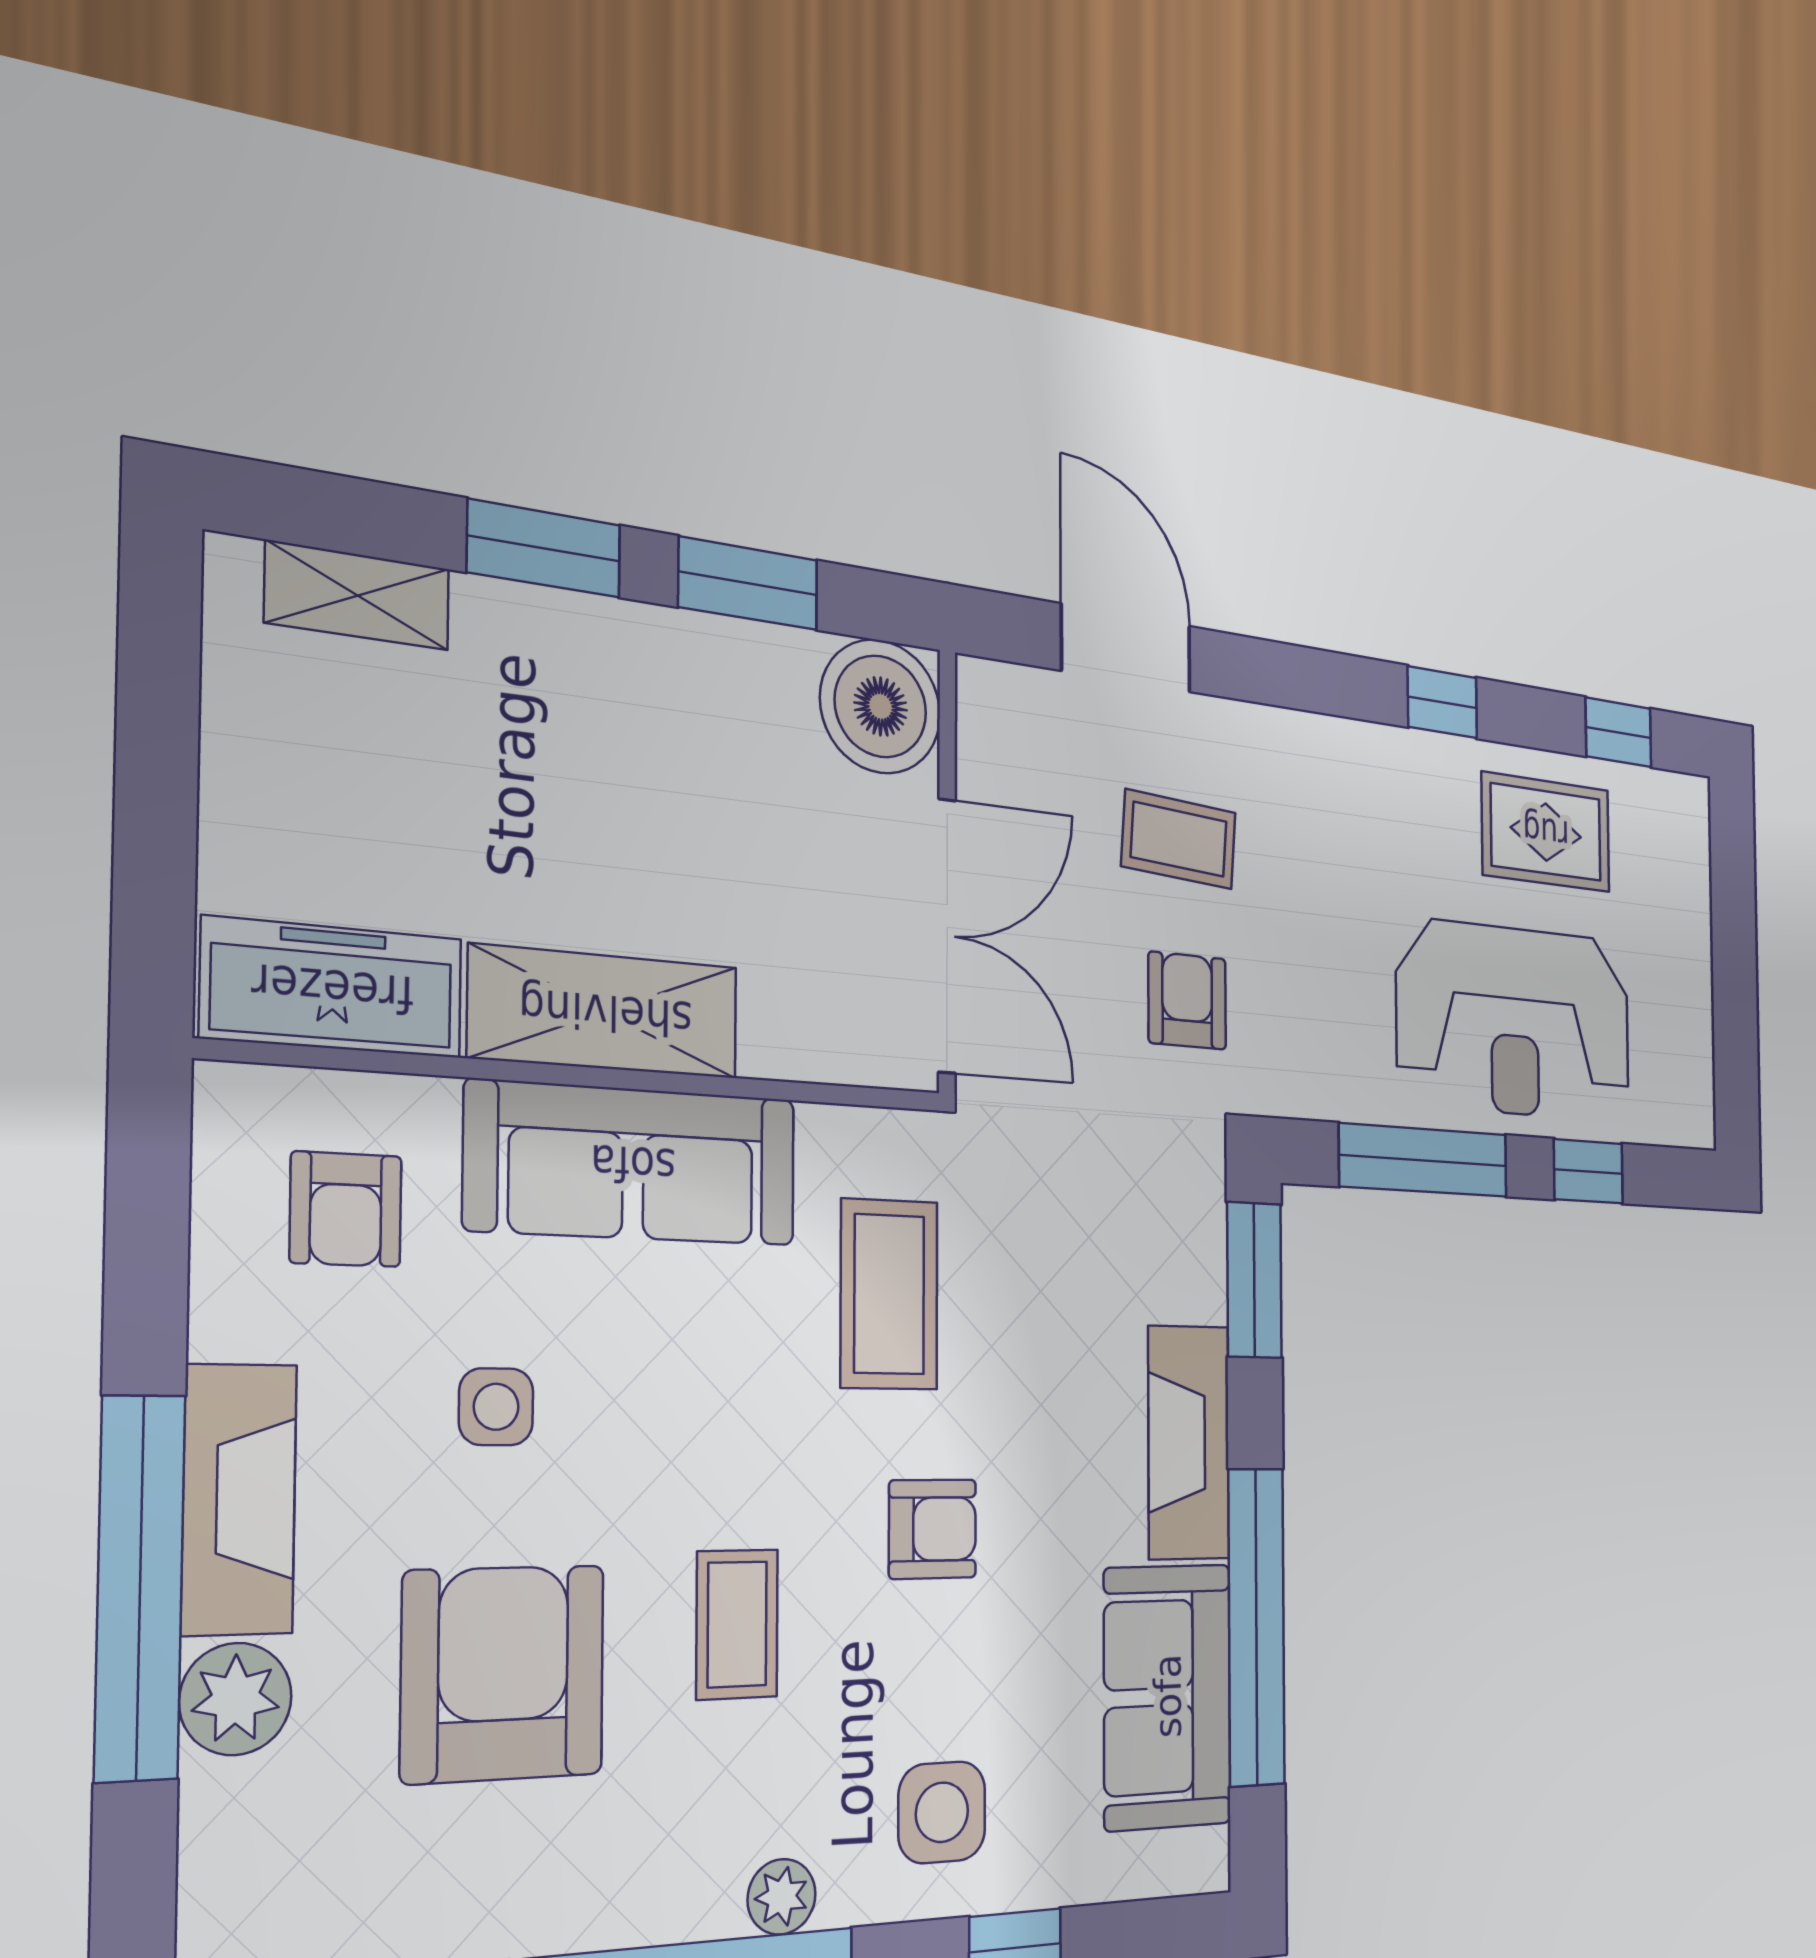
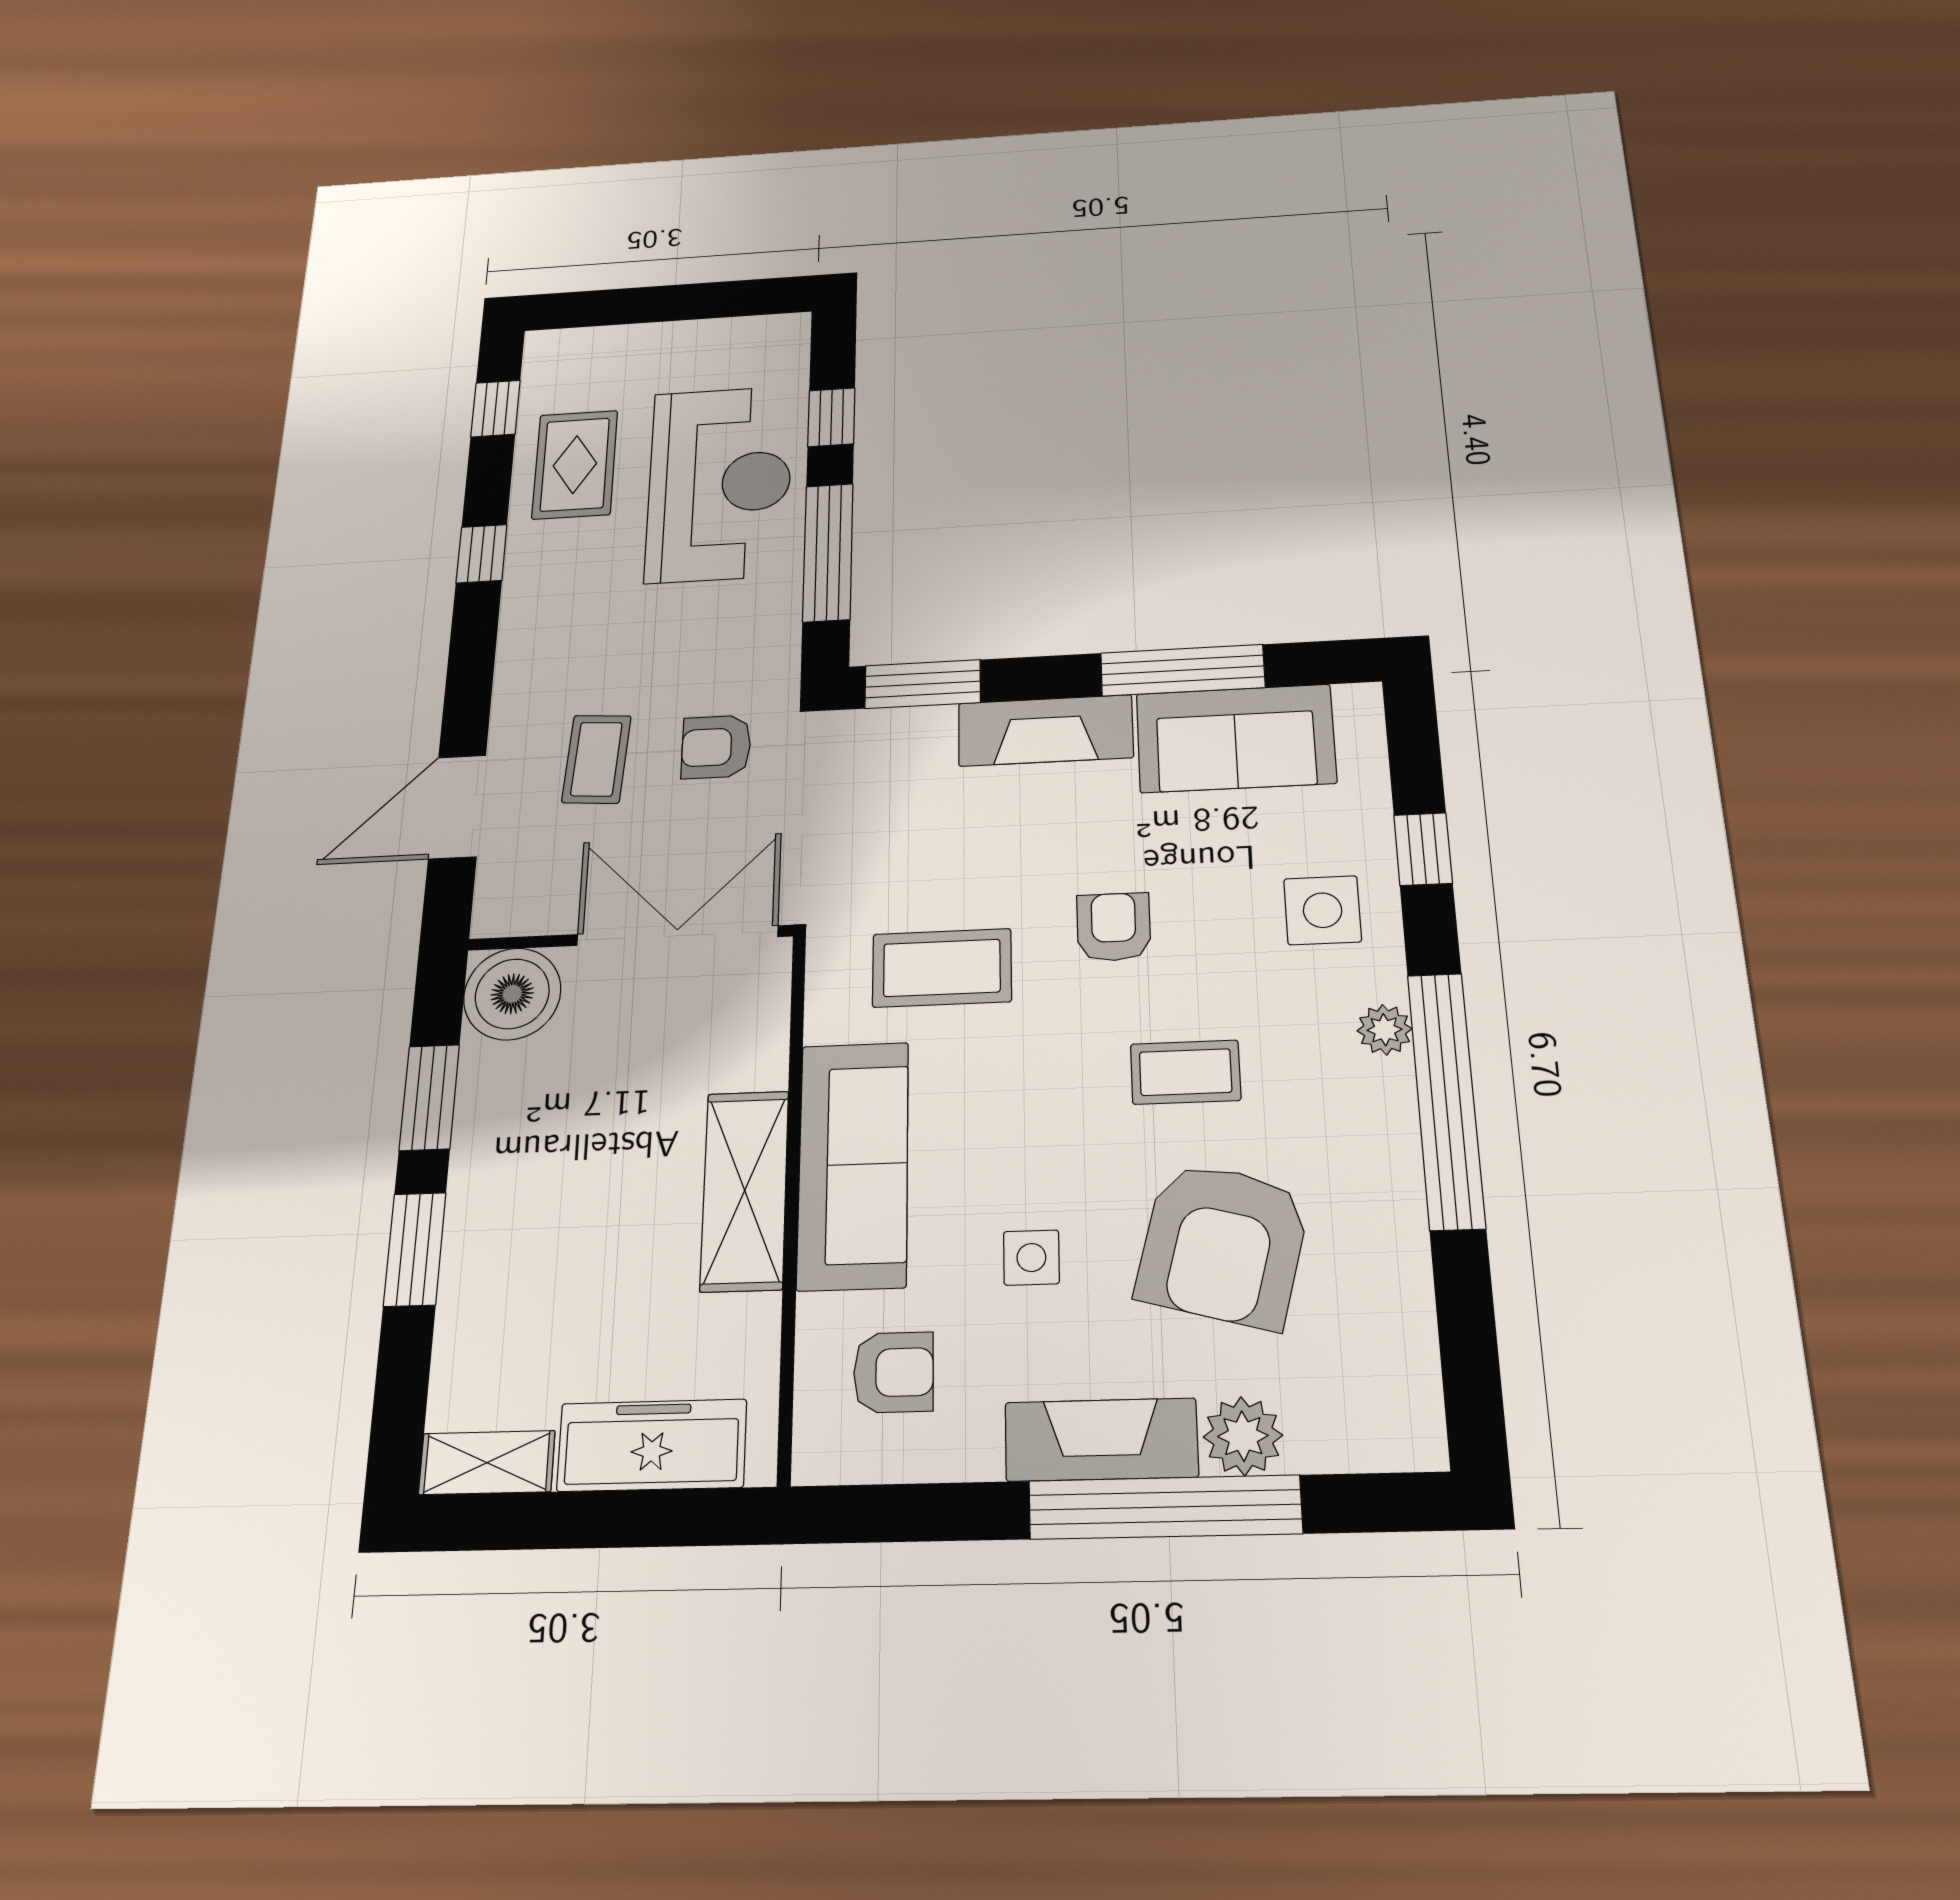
shelving: (358, 596) -> (487, 1463), moved, turned 90
freezer: (333, 988) -> (652, 1445), moved, turned 90
window: (1256, 1627) -> (1183, 670), width x0.68
armchair: (503, 1673) -> (1223, 1244), turned -75

